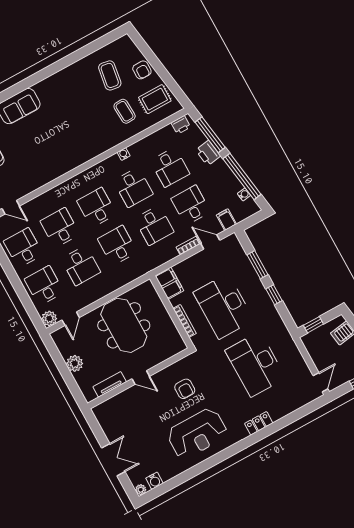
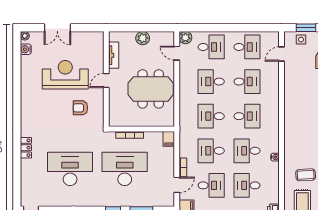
desk: (117, 245) -> (211, 116), turned 180
filing cabinet: (169, 283) -> (169, 139), width x0.50
reception desk: (197, 434) -> (65, 75), moved, turned 90

